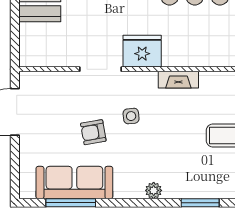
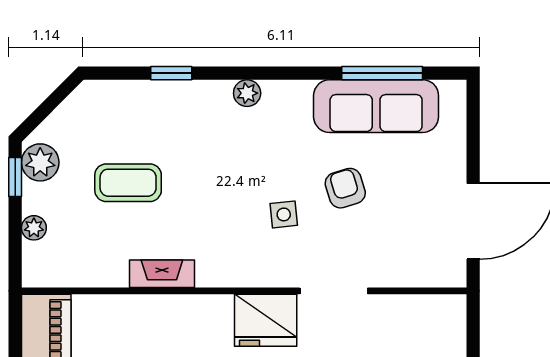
fireplace: (178, 80) -> (162, 274), moved
armchair: (93, 132) -> (345, 188), turned -97
window: (200, 203) -> (171, 73), width x0.67

